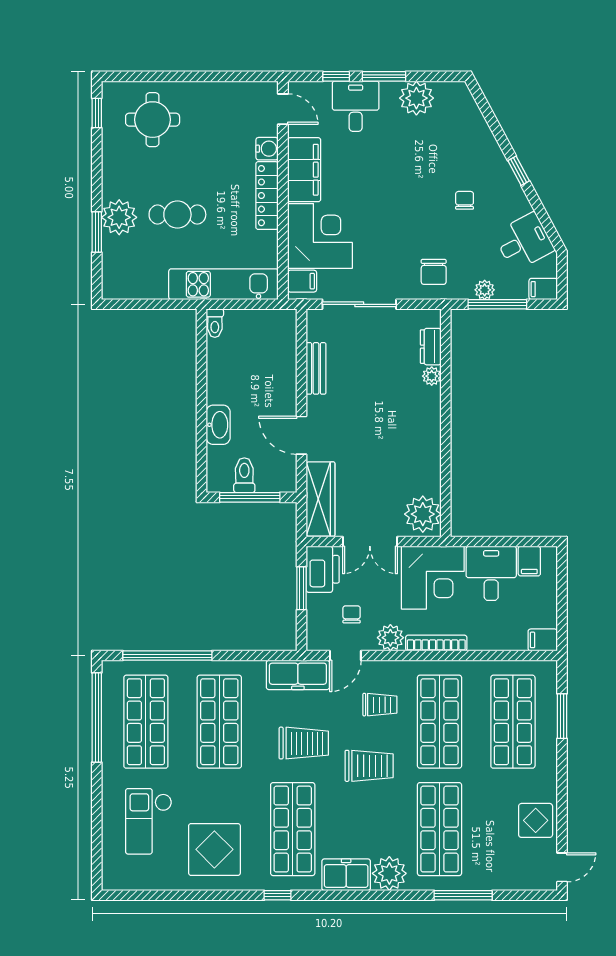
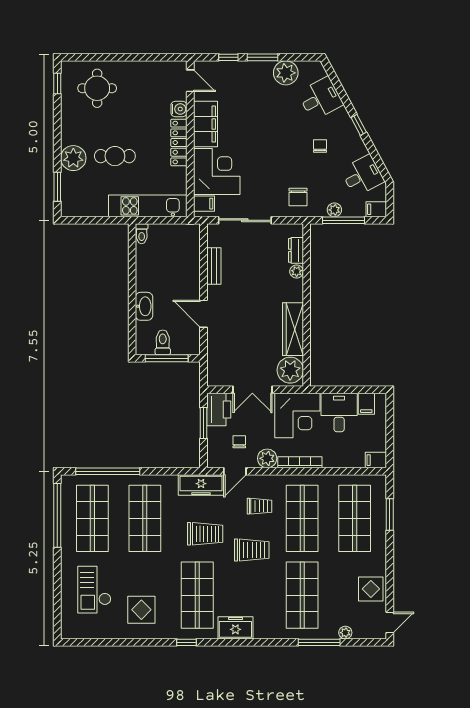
desk: (356, 106) -> (320, 98), moved, turned 62
window: (97, 232) -> (57, 187), moved
wardrobe: (321, 499) -> (293, 329), moved, turned 180
display table: (214, 849) -> (141, 610), width x0.73, depth x0.73
plant: (389, 873) -> (345, 633), moved, width x0.53, depth x0.53

